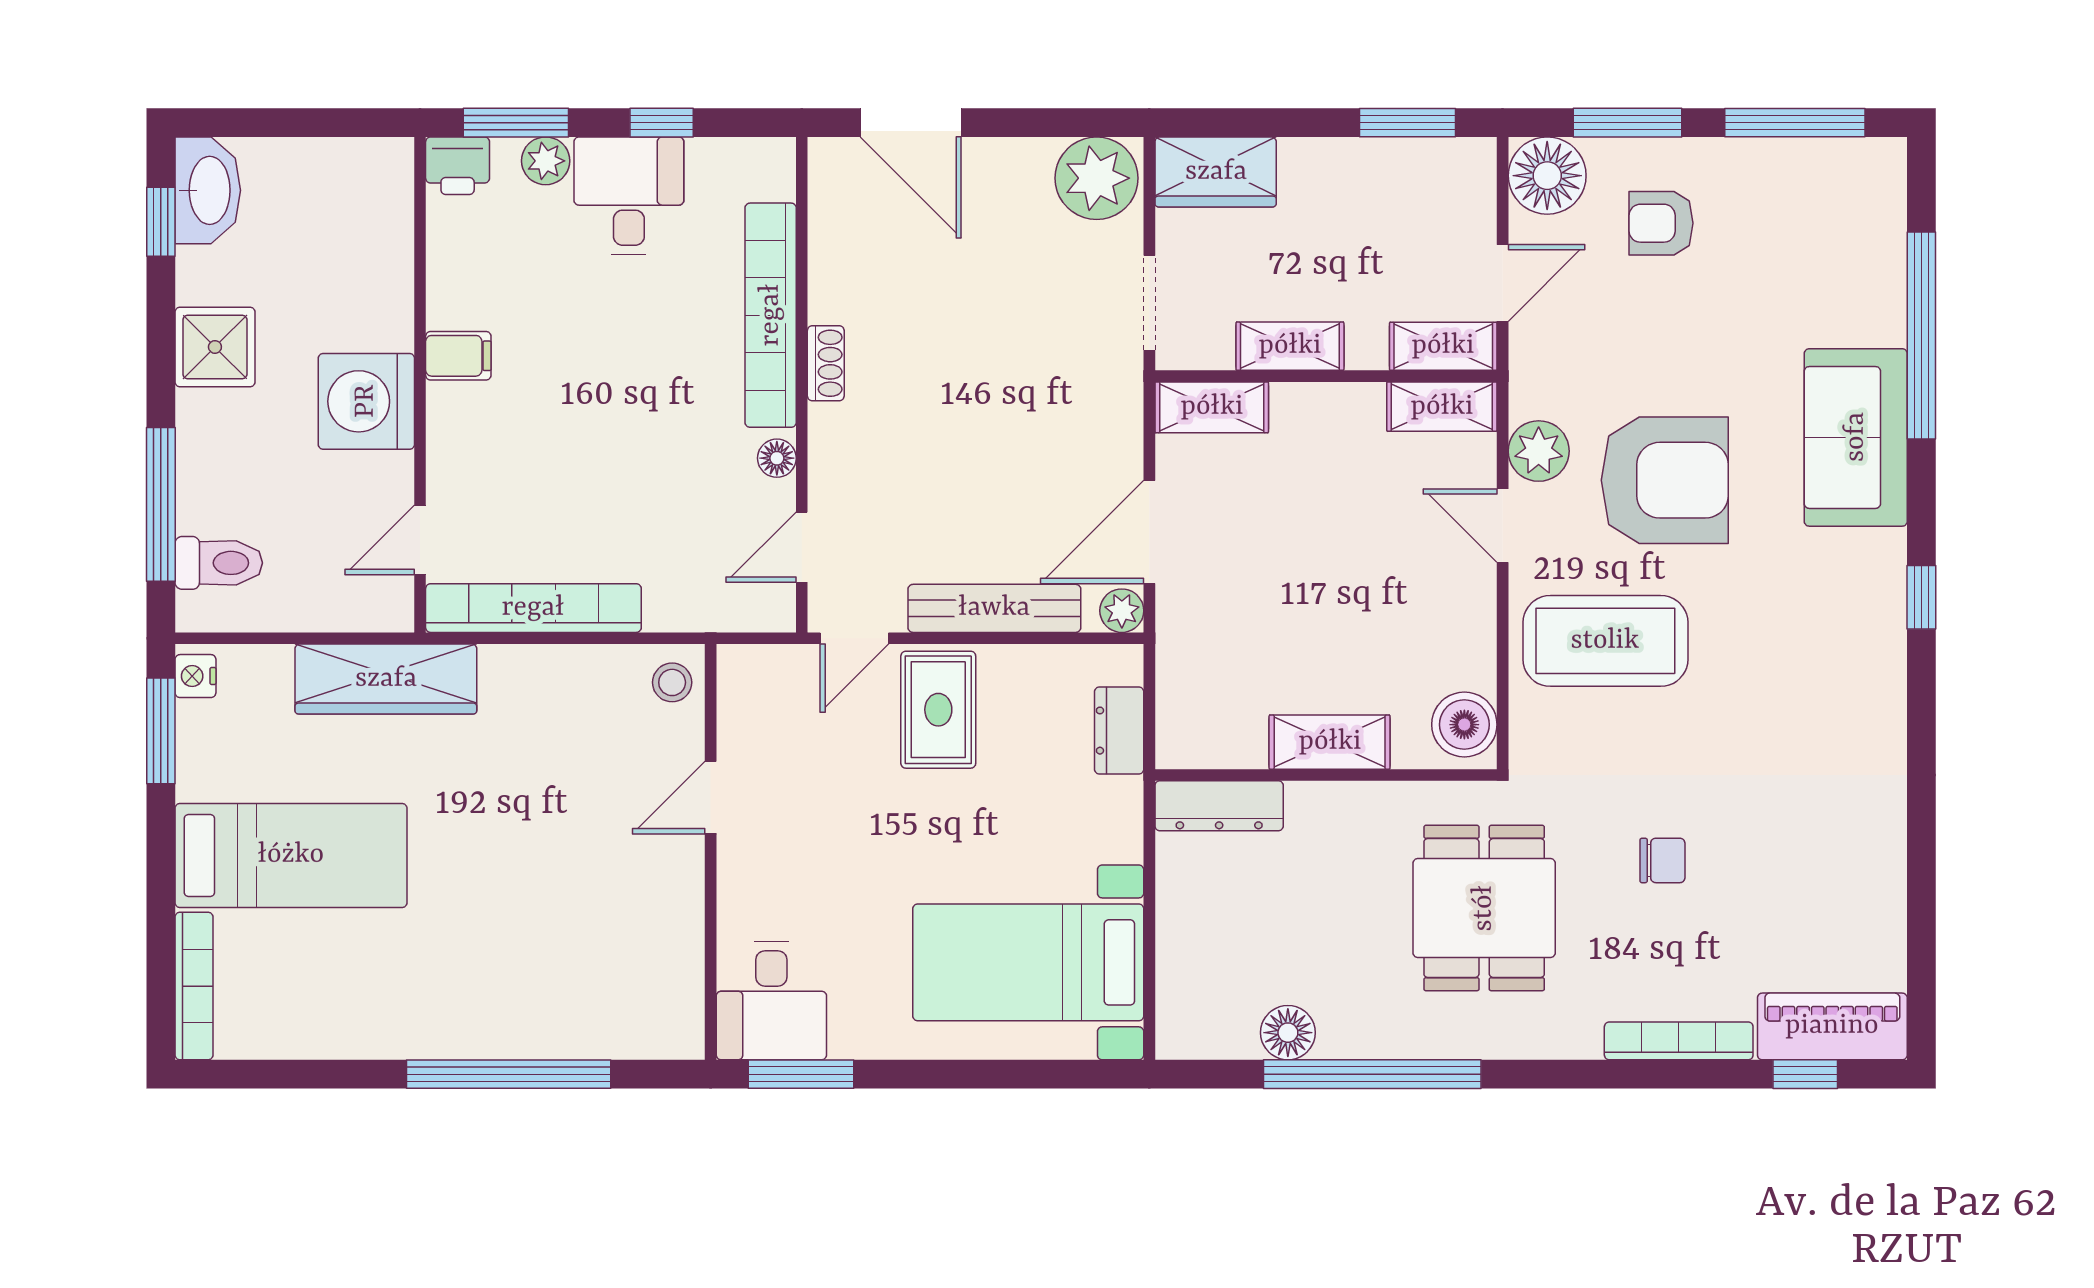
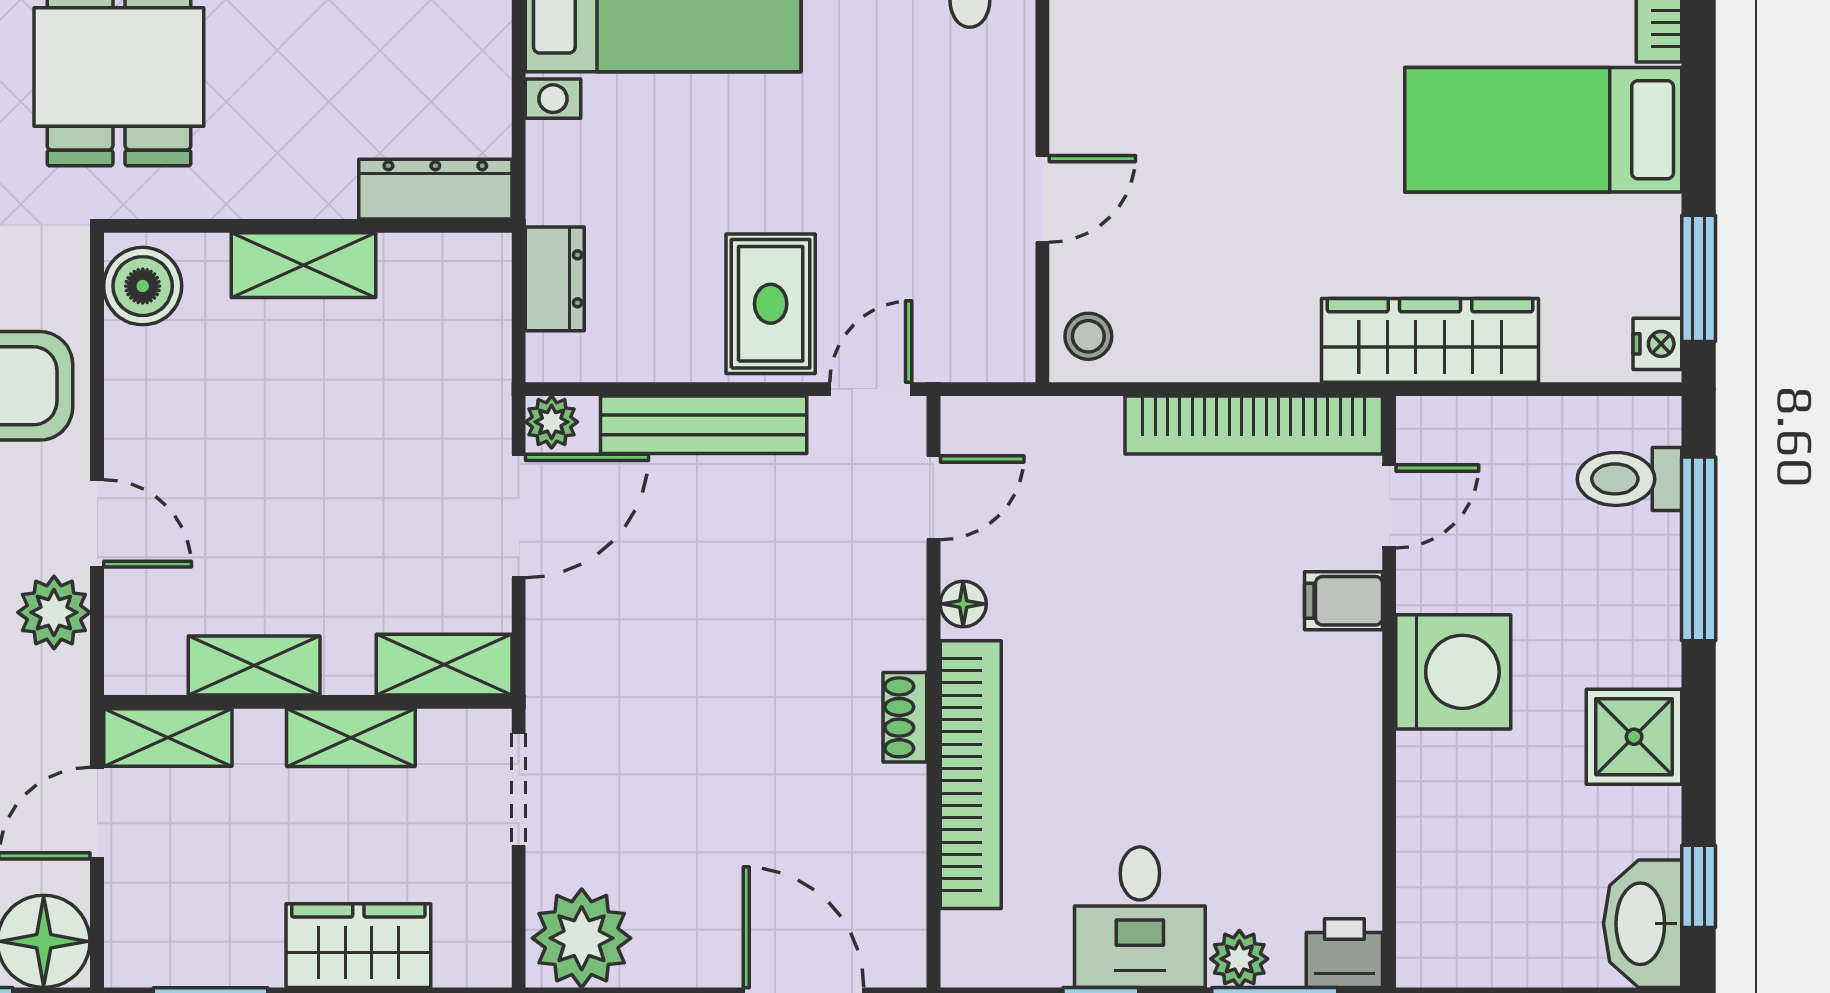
wardrobe: (1216, 172) -> (358, 946), moved
filing cabinet: (458, 356) -> (1343, 601), moved
shelving: (1442, 407) -> (254, 666), moved

